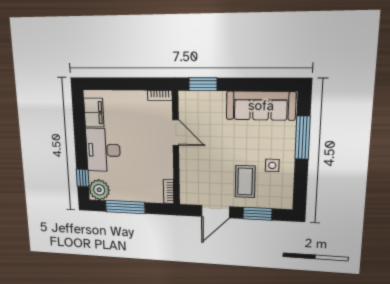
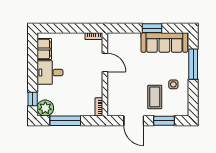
window: (203, 84) -> (152, 28), moved
desk: (103, 150) -> (50, 73), width x0.73
door: (216, 212) -> (134, 121), hinge flipped

